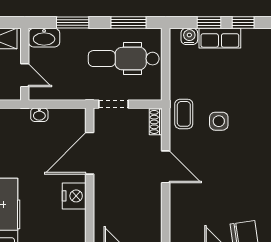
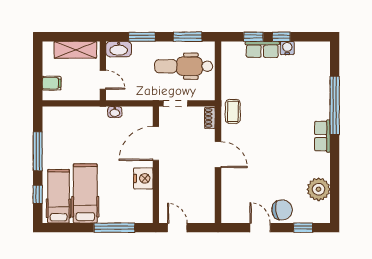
water cooler: (189, 36) -> (287, 48), moved
side table: (219, 121) -> (261, 117), removed

